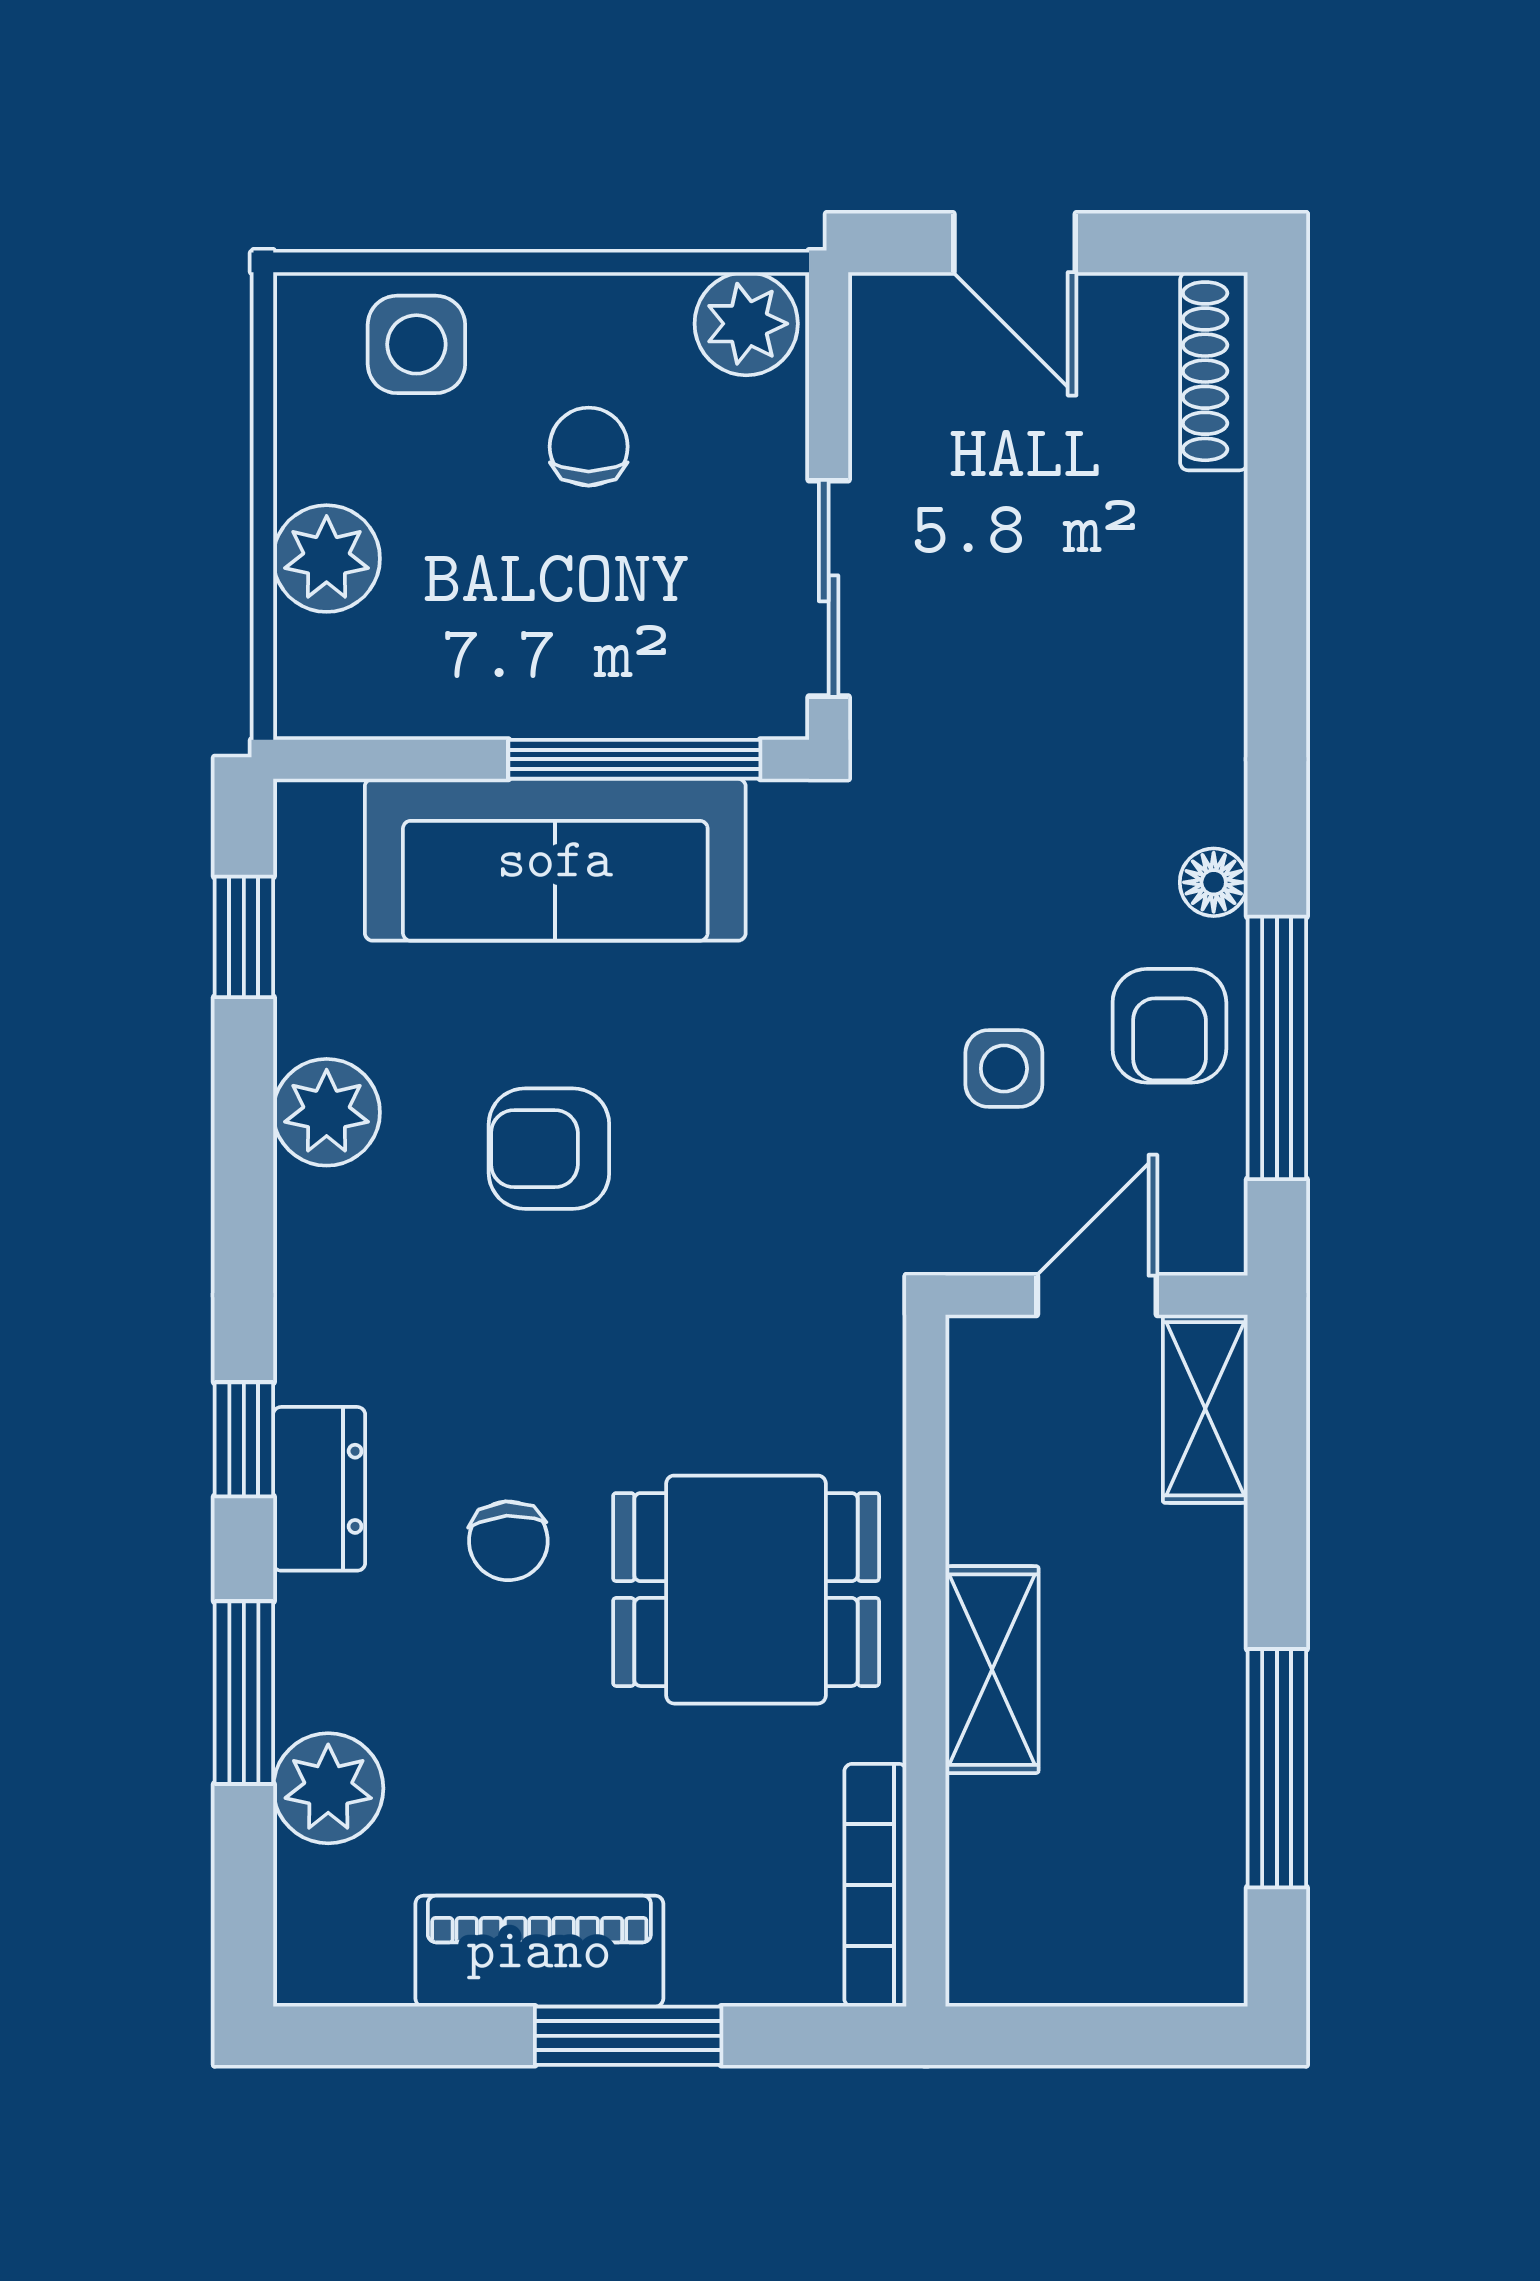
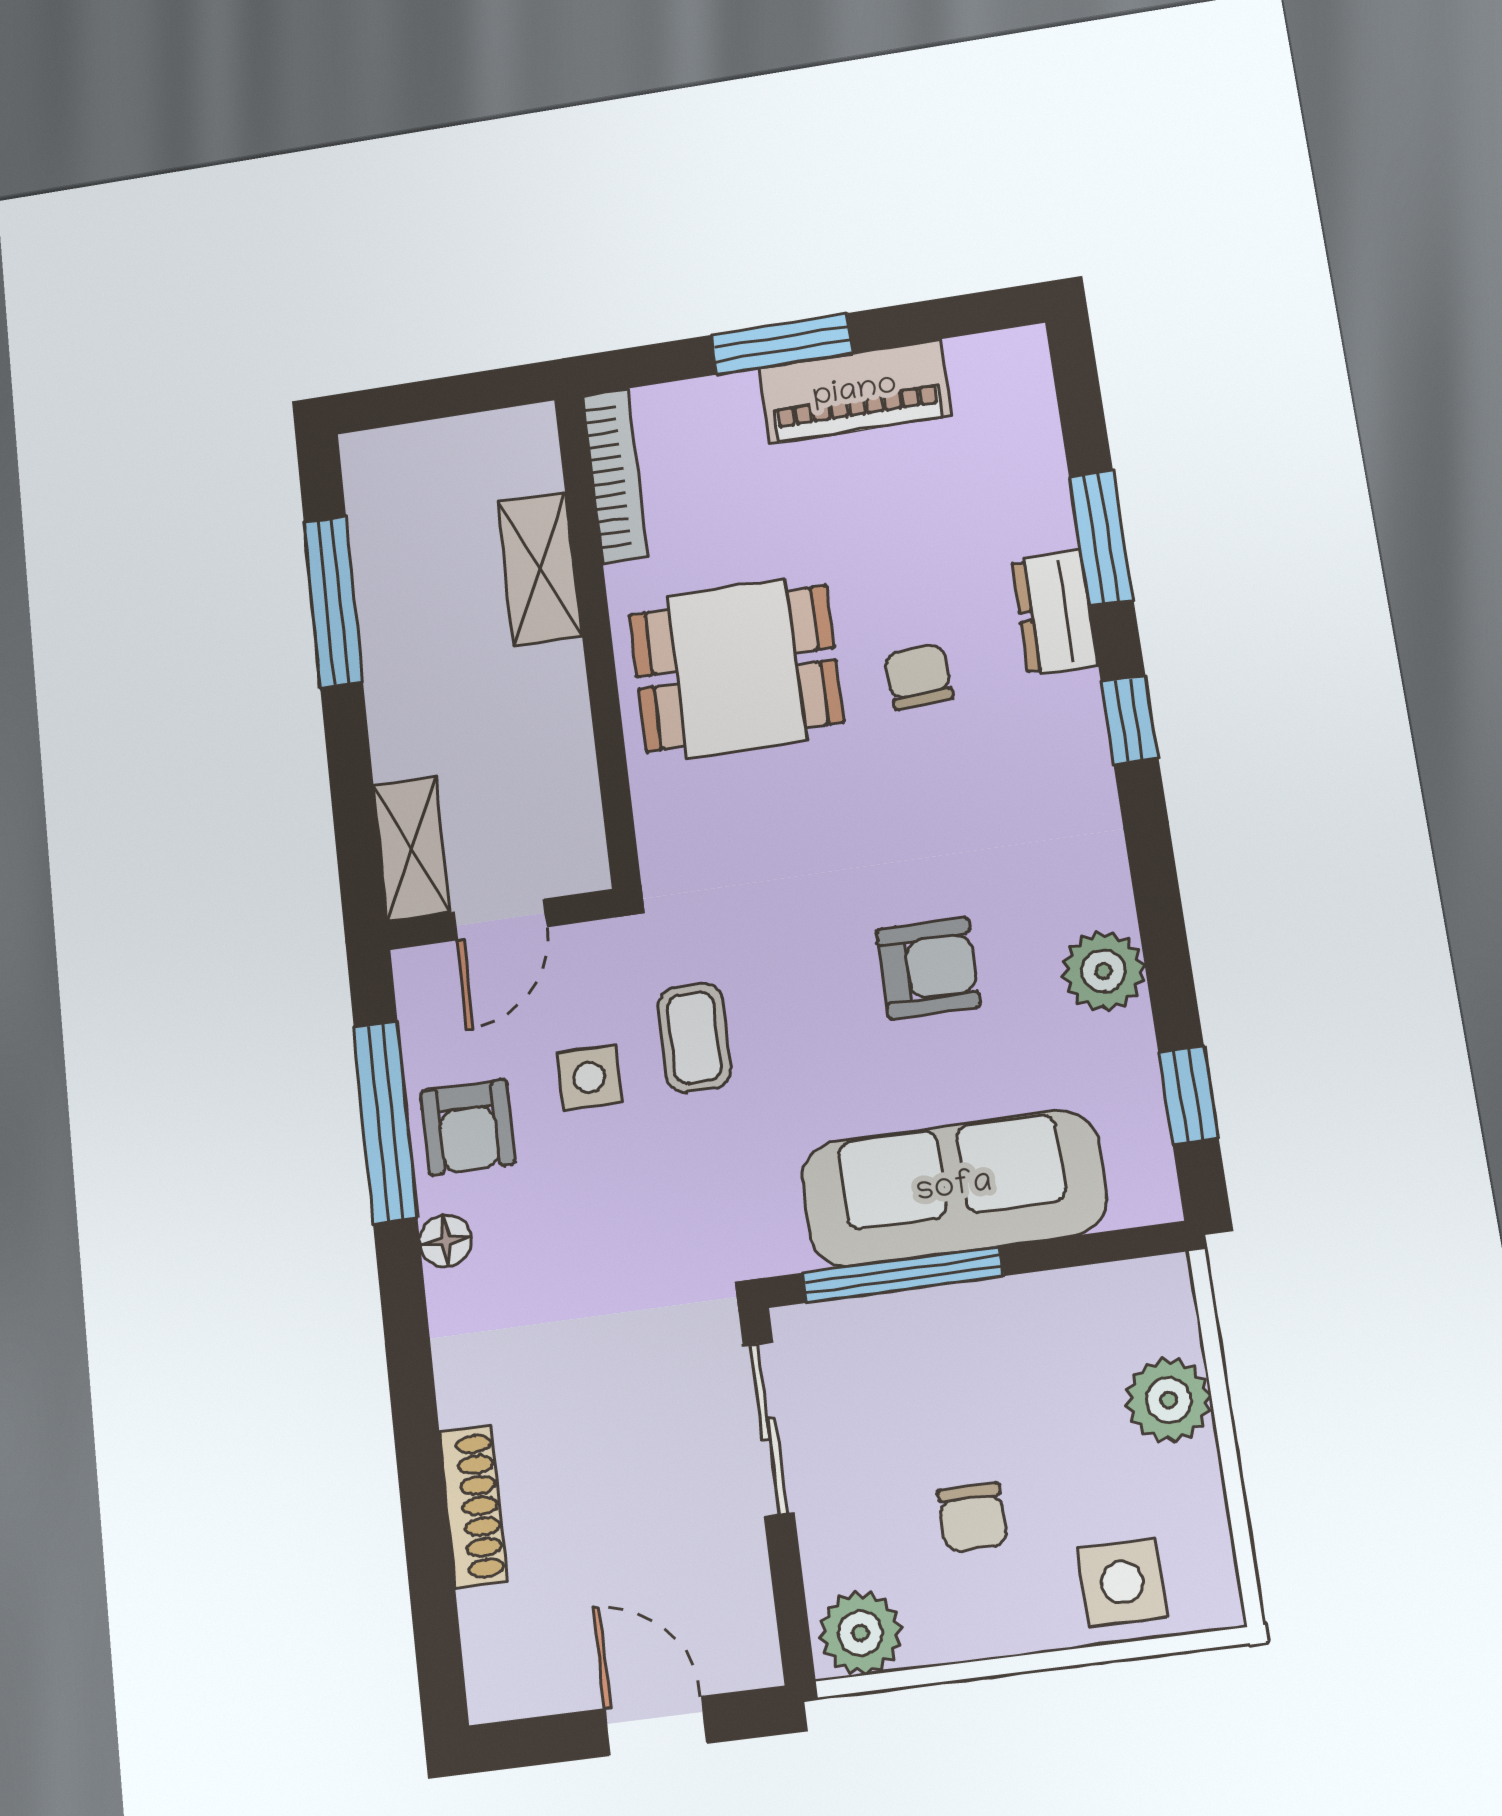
shoe rack: (1214, 371) -> (473, 1507), moved
armchair: (1169, 1026) -> (468, 1127), turned 180
coffee table: (862, 1101) -> (694, 1038), added
dresser: (319, 1489) -> (1055, 613), moved
shelving: (992, 1670) -> (540, 568), moved
plant: (328, 1788) -> (1027, 480), removed

